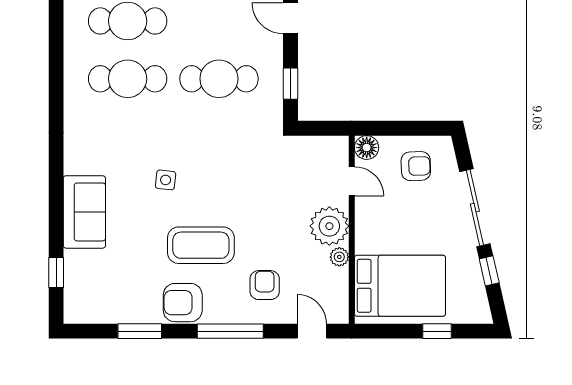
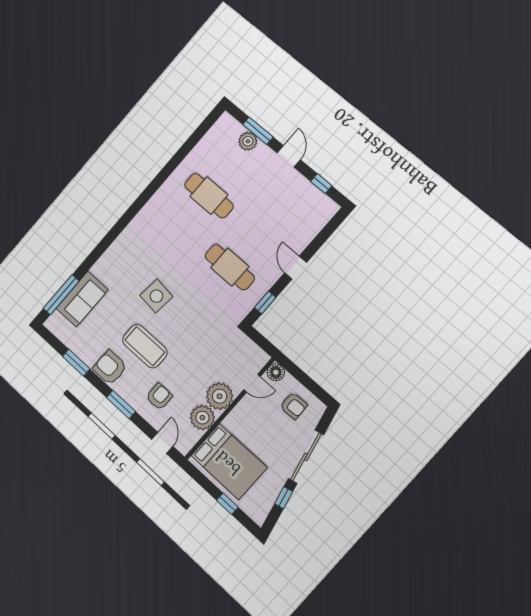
cafe table: (128, 79) -> (183, 226), removed
side table: (166, 180) -> (156, 296), width x1.87, depth x1.87
door: (352, 181) -> (252, 383), hinge flipped
sofa: (84, 212) -> (82, 299), moved
plant: (339, 257) -> (202, 418), width x1.88, depth x1.88
window: (56, 273) -> (61, 295), width x2.17
window: (230, 331) -> (121, 404), width x0.69

